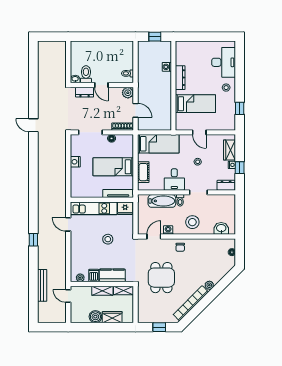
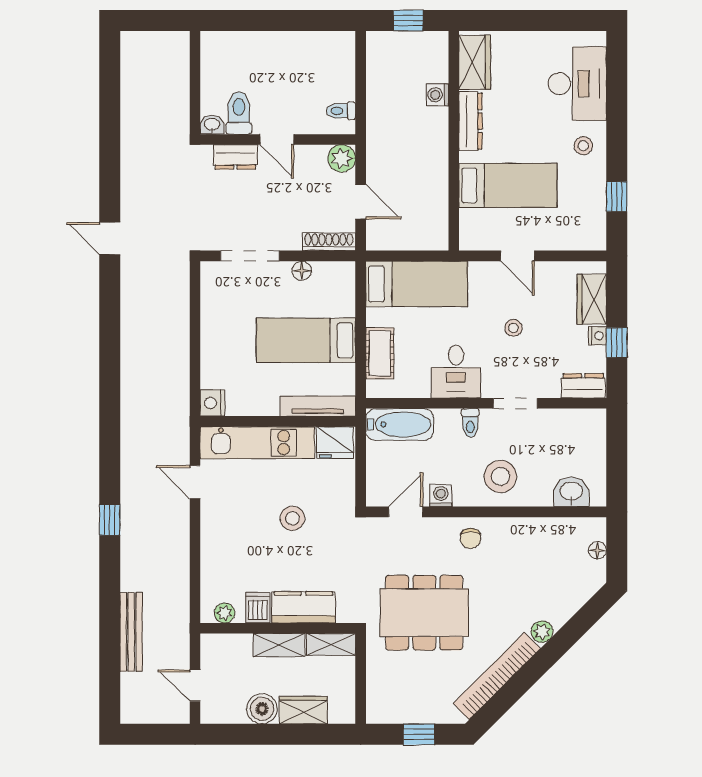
wardrobe: (182, 54) -> (475, 62), added
nightstand: (75, 162) -> (212, 403), moved
bathtub: (162, 201) -> (400, 424), moved
dining table: (161, 278) -> (424, 613), width x1.38
door: (68, 296) -> (195, 686), moved

